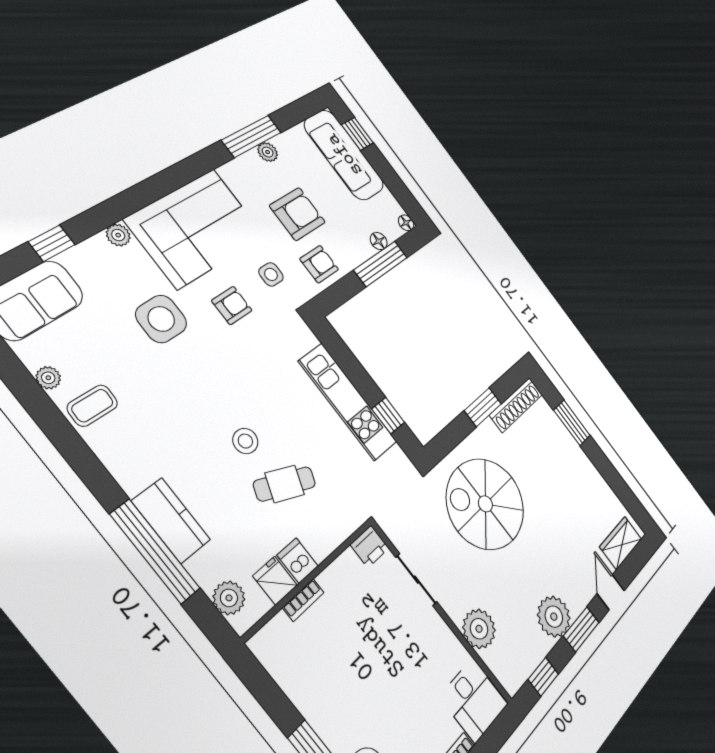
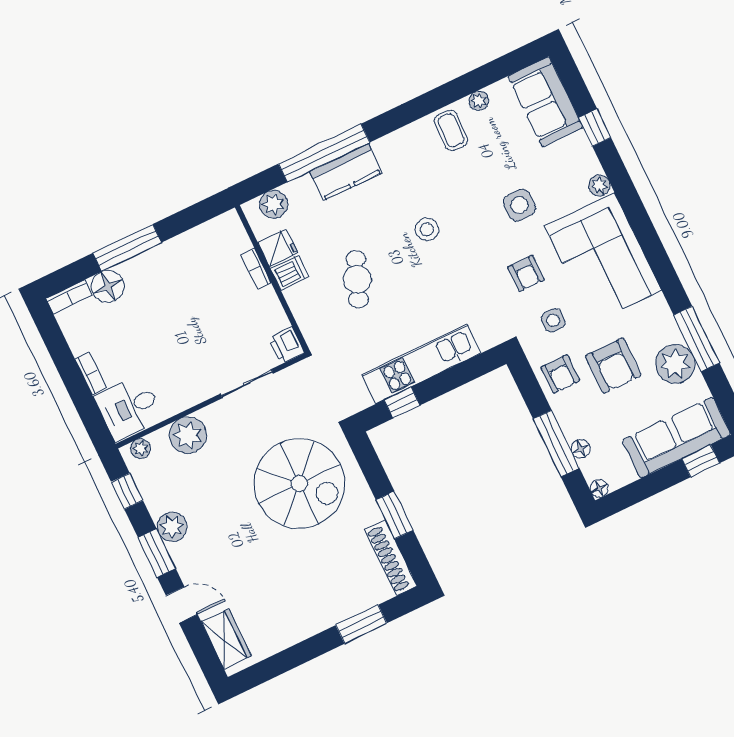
plant: (268, 152) -> (675, 364), width x1.88, depth x1.88
side table: (161, 319) -> (519, 205), width x0.73, depth x0.73
stool: (245, 441) -> (427, 230), moved
spiral stairs: (485, 504) -> (299, 484), turned 90
plant: (554, 617) -> (172, 527), width x0.73, depth x0.73
plant: (505, 675) -> (140, 449), added

